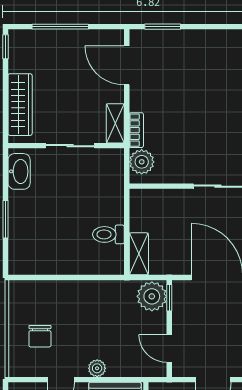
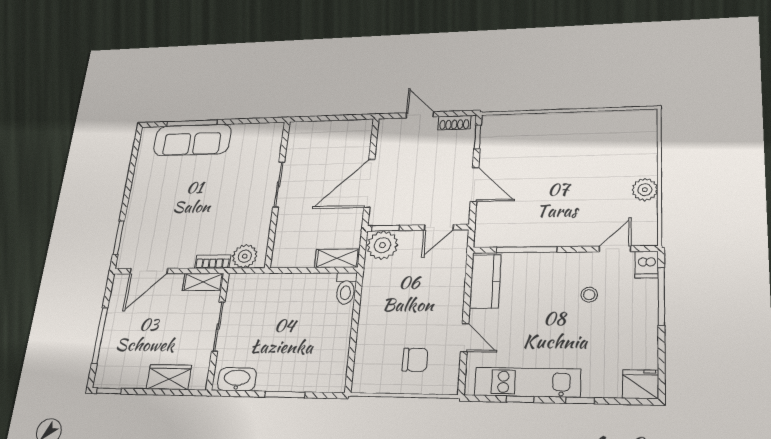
wardrobe: (20, 105) -> (169, 377), width x0.67
toilet: (108, 234) -> (346, 288), moved
plant: (97, 368) -> (455, 300), removed

